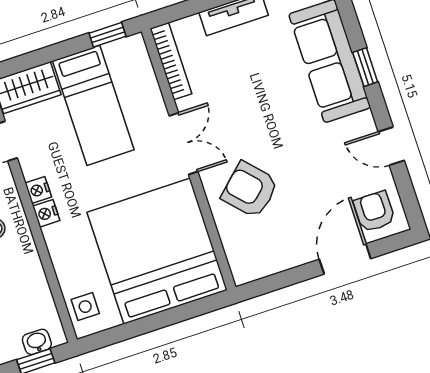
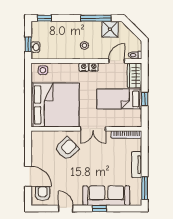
window: (107, 35) -> (145, 99), moved
door: (391, 146) -> (66, 208), hinge flipped
armchair: (374, 211) -> (43, 194), turned -90

